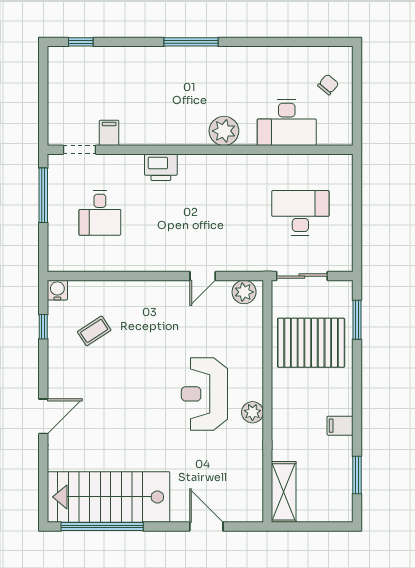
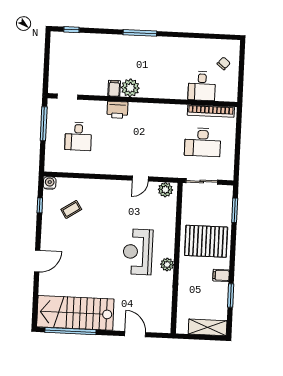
desk: (287, 123) -> (202, 86), width x0.73
plant: (224, 131) -> (130, 88), moved
filing cabinet: (109, 133) -> (114, 88), moved
bookcase: (311, 162) -> (211, 111), added
desk: (300, 213) -> (203, 142), turned 180
pallet: (311, 343) -> (206, 241), moved
window: (357, 475) -> (231, 295), moved
shelving: (284, 492) -> (208, 327), moved, turned 90

